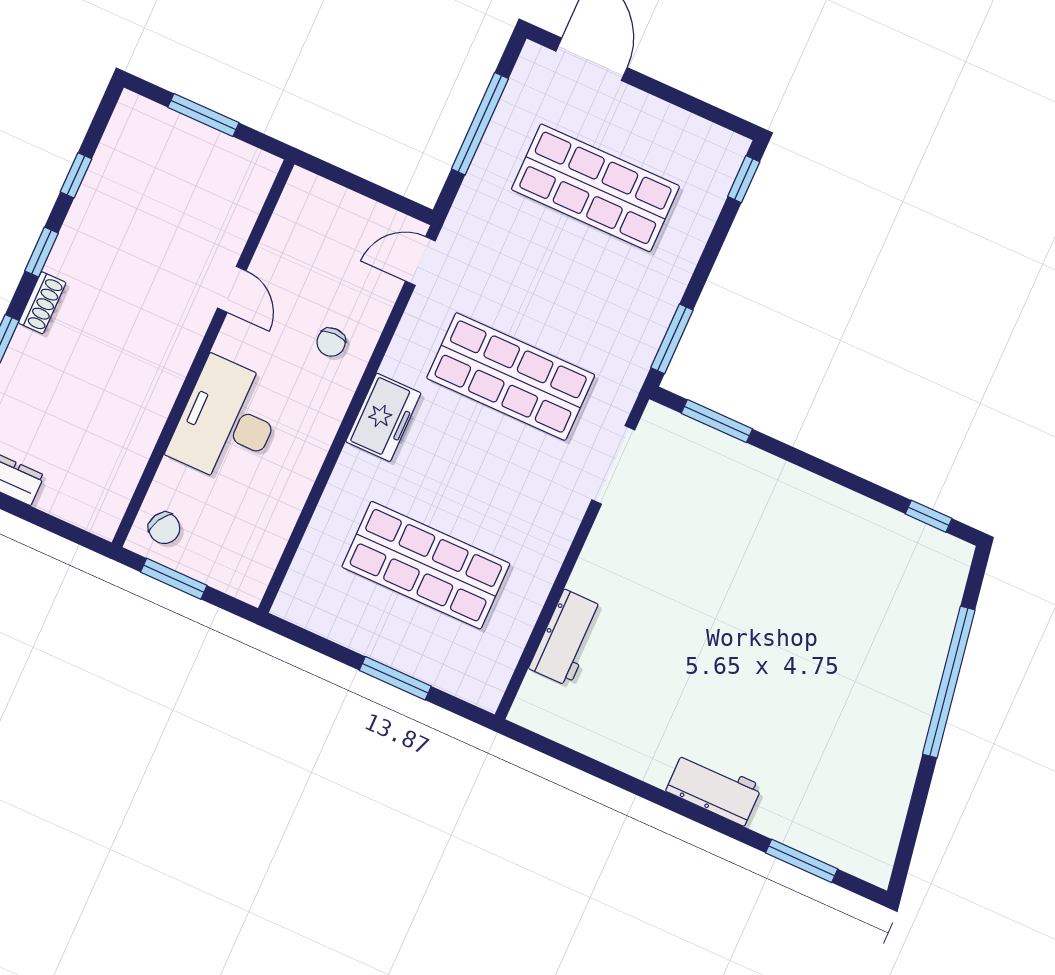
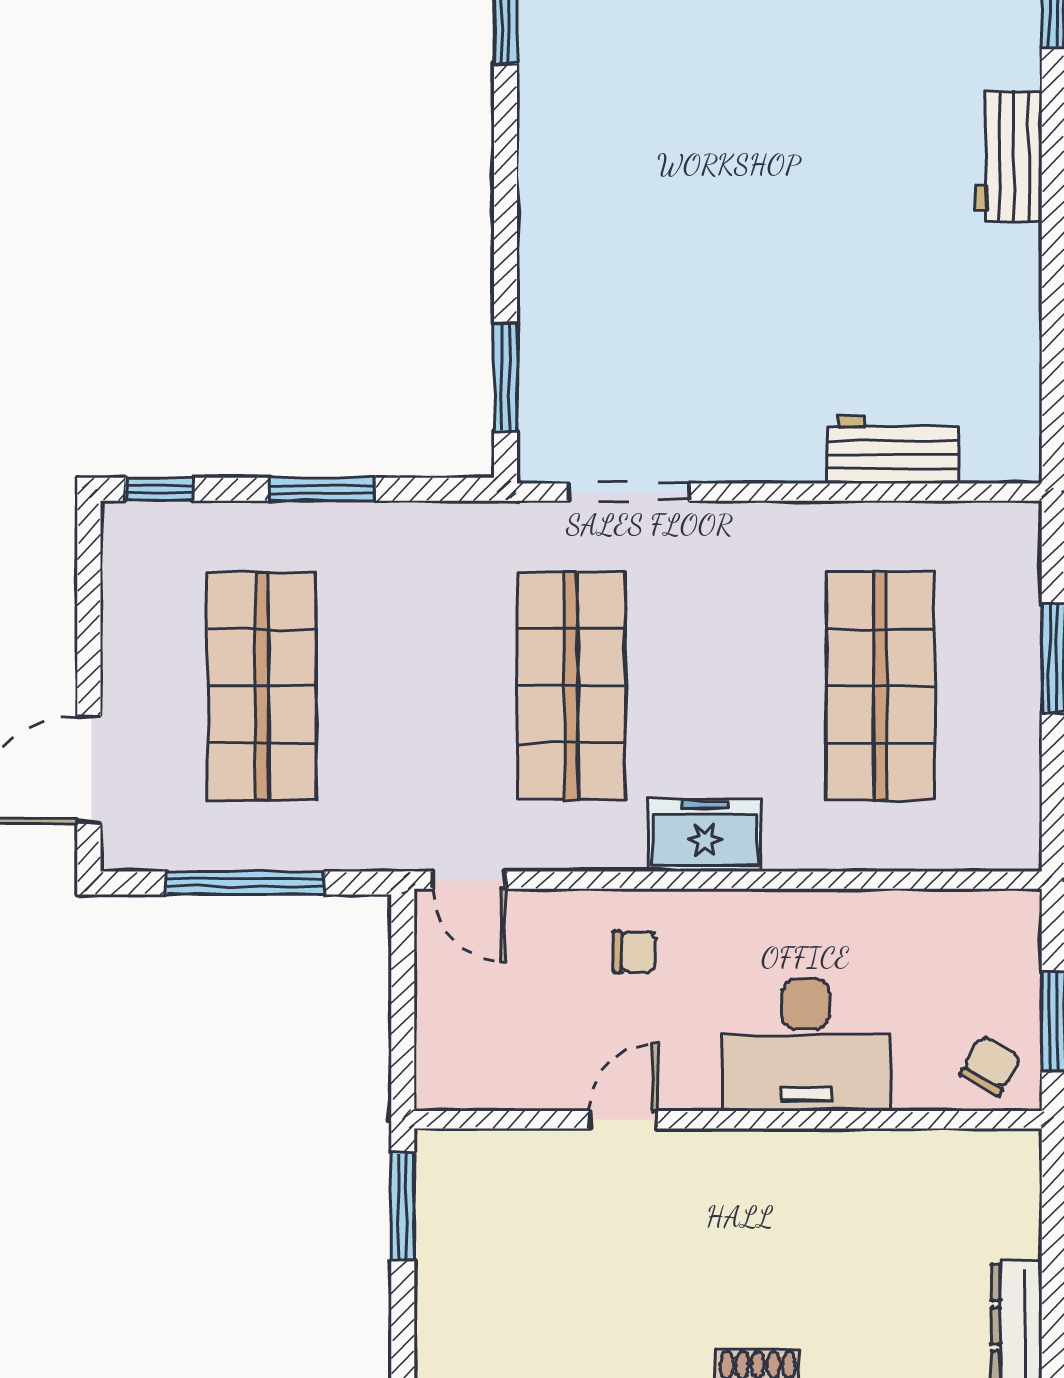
window: (203, 115) -> (403, 1206), moved
window: (672, 339) -> (322, 489), moved

